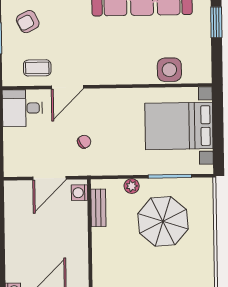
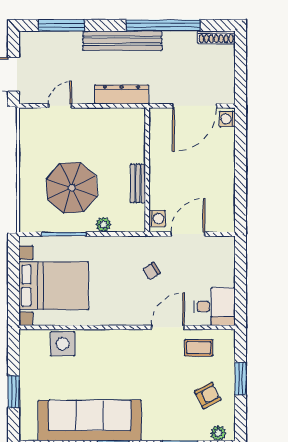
bench: (98, 208) -> (138, 183), moved

